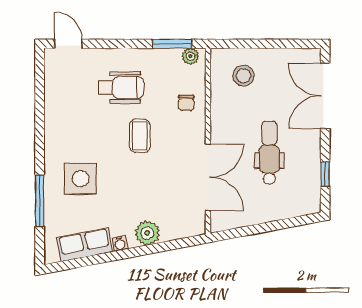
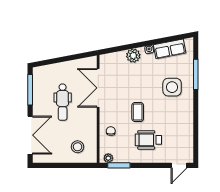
door: (68, 44) -> (179, 165), hinge flipped
window: (325, 174) -> (30, 90), width x2.17

